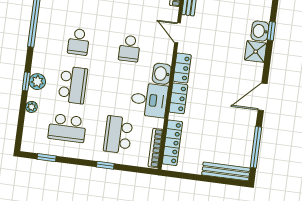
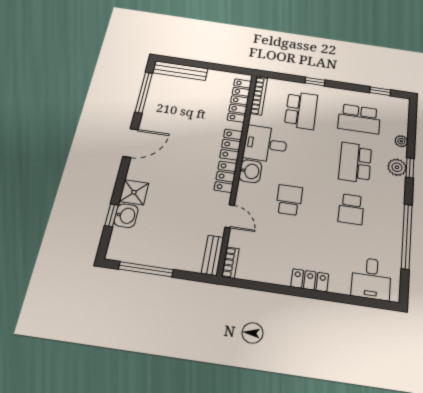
school desk: (79, 42) -> (351, 209), turned 180
school desk: (67, 128) -> (359, 119), turned 180

